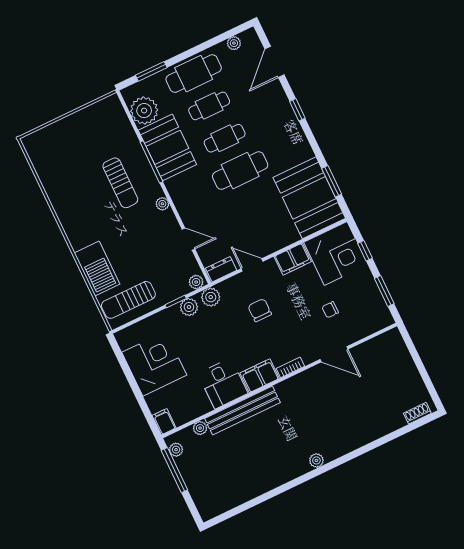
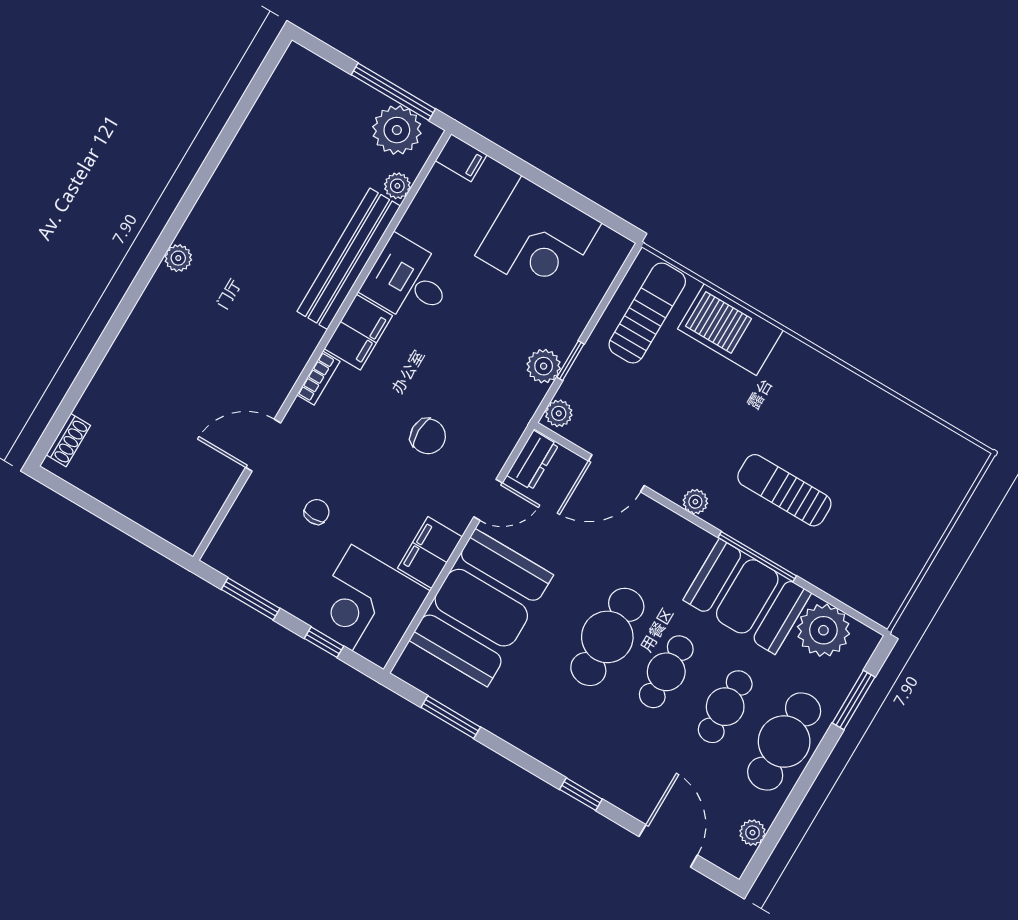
booth: (309, 198) -> (481, 608), moved, turned 90
door: (189, 239) -> (616, 473), width x1.38
plant: (211, 297) -> (520, 405), removed
plant: (176, 450) -> (397, 130), width x1.88, depth x1.88

